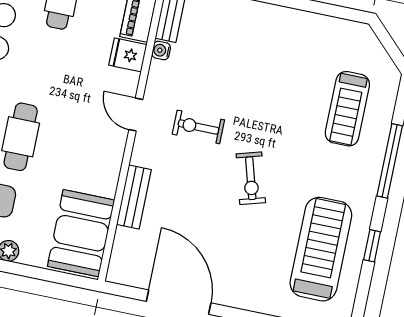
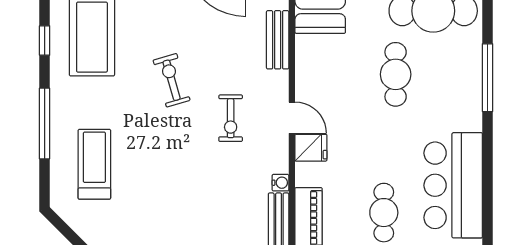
fridge: (128, 55) -> (311, 148), moved
exercise bike: (198, 127) -> (231, 118), turned 90

